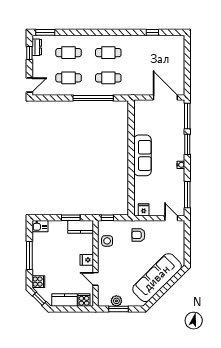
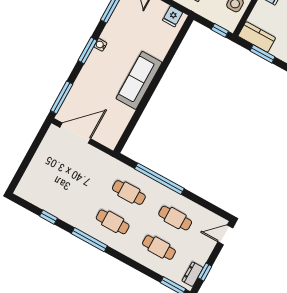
window: (117, 32) -> (89, 240), added
door: (165, 98) -> (75, 133), swing flipped
window: (187, 144) -> (88, 50), moved

